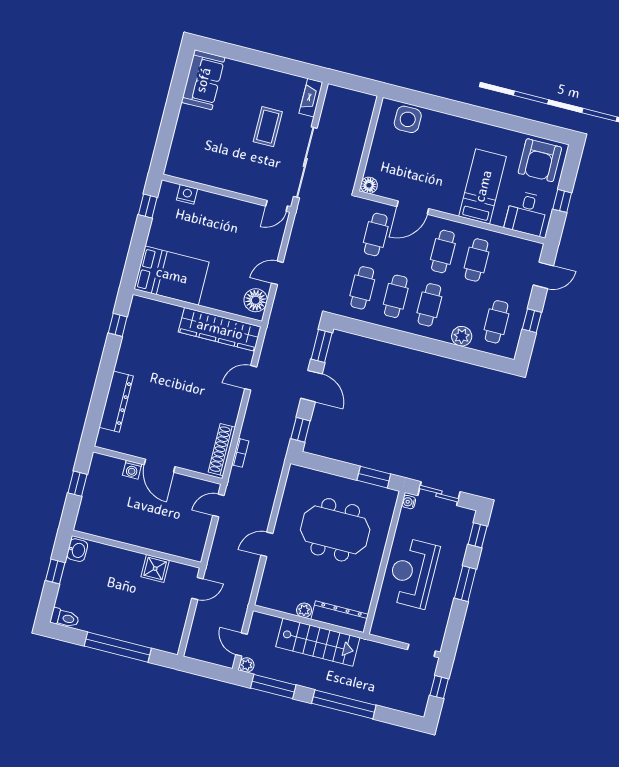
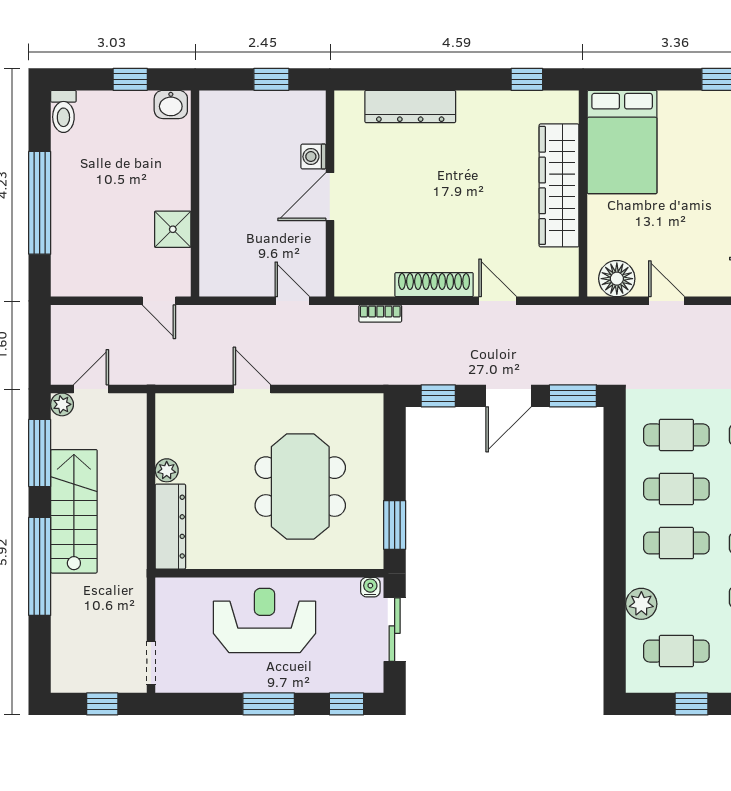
wardrobe: (220, 329) -> (559, 185), moved
shoe rack: (222, 450) -> (434, 285), moved
stairs: (318, 642) -> (74, 511), moved, turned 180

